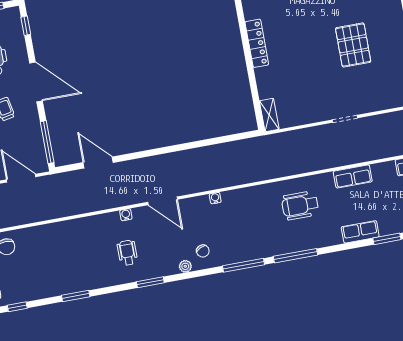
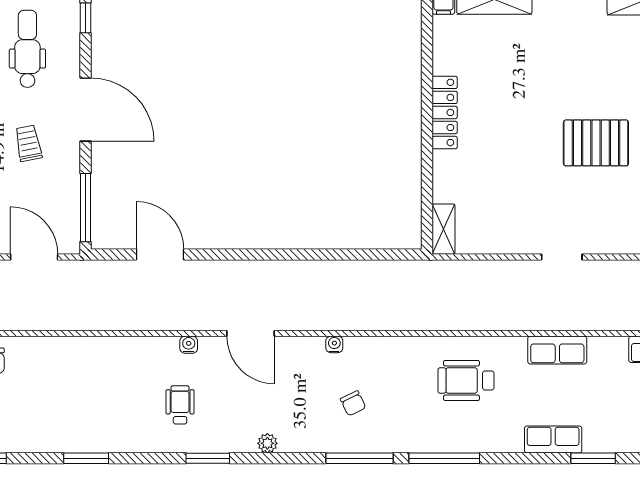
pallet: (353, 45) -> (596, 143), turned 90
chair: (203, 251) -> (353, 403), moved

